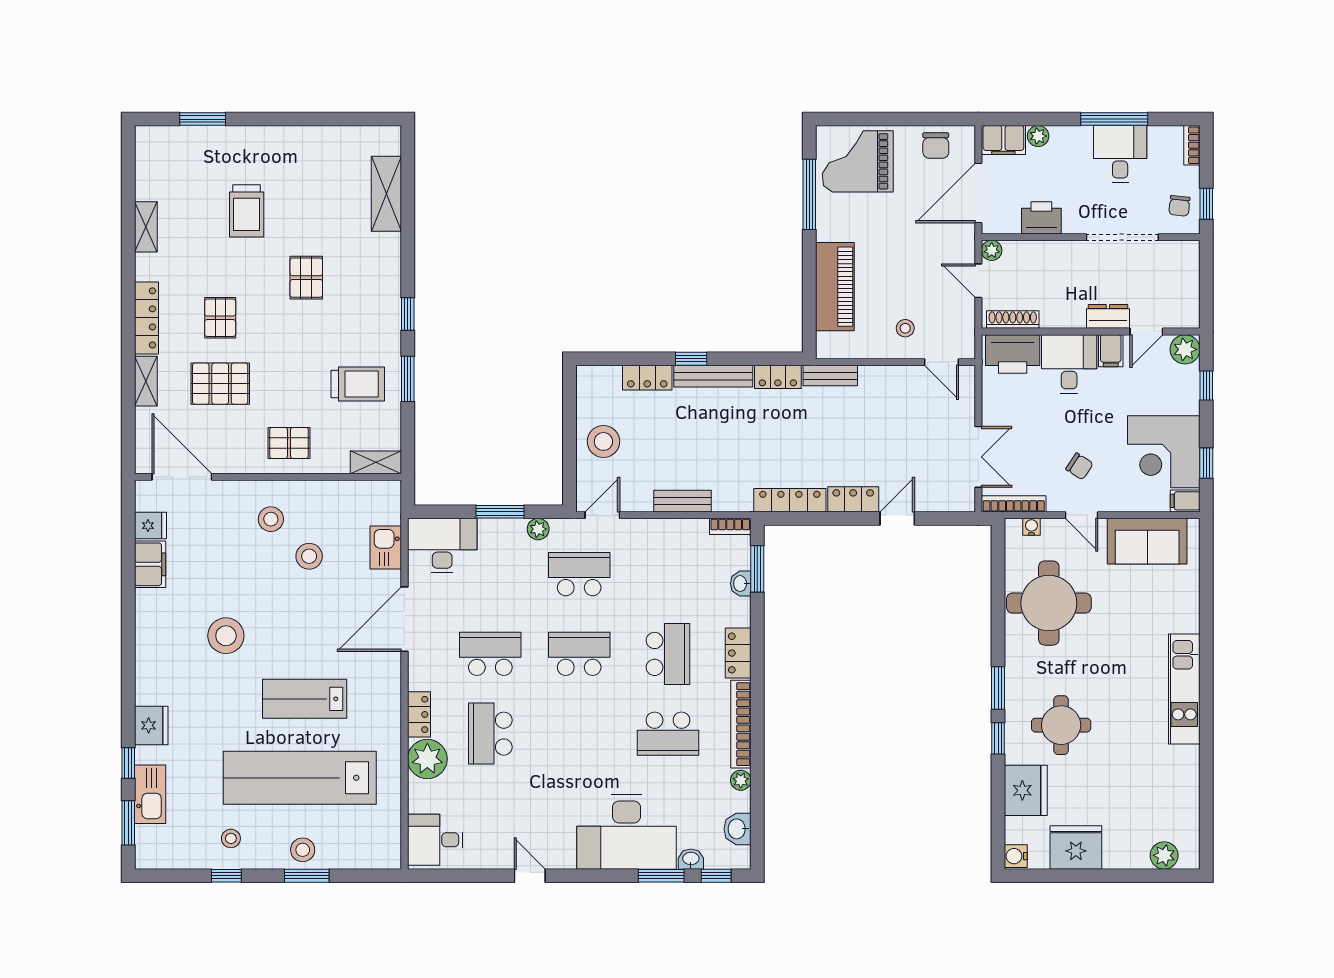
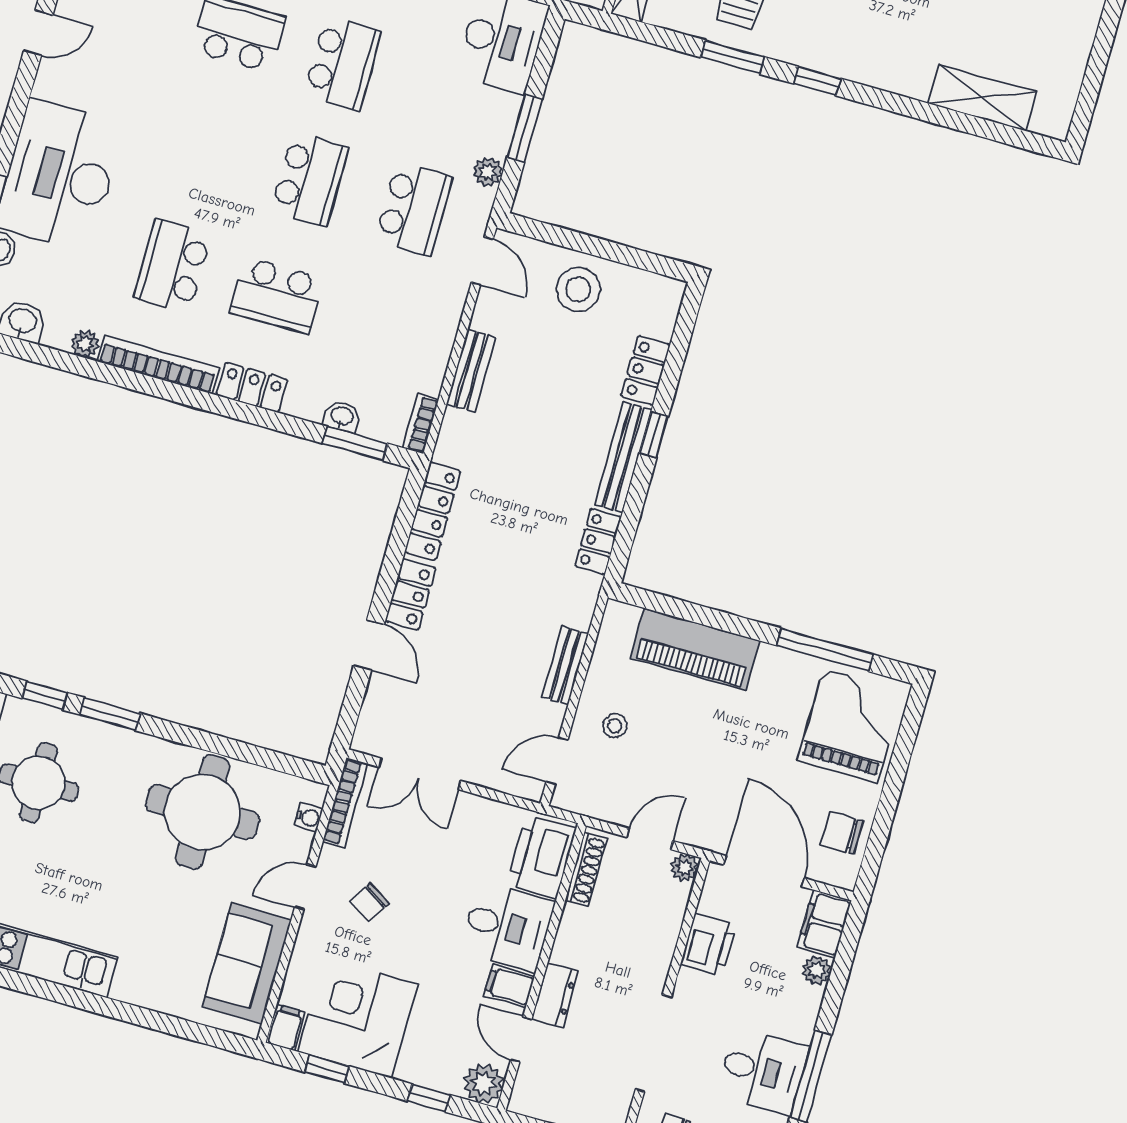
bench: (830, 376) -> (565, 665), moved

